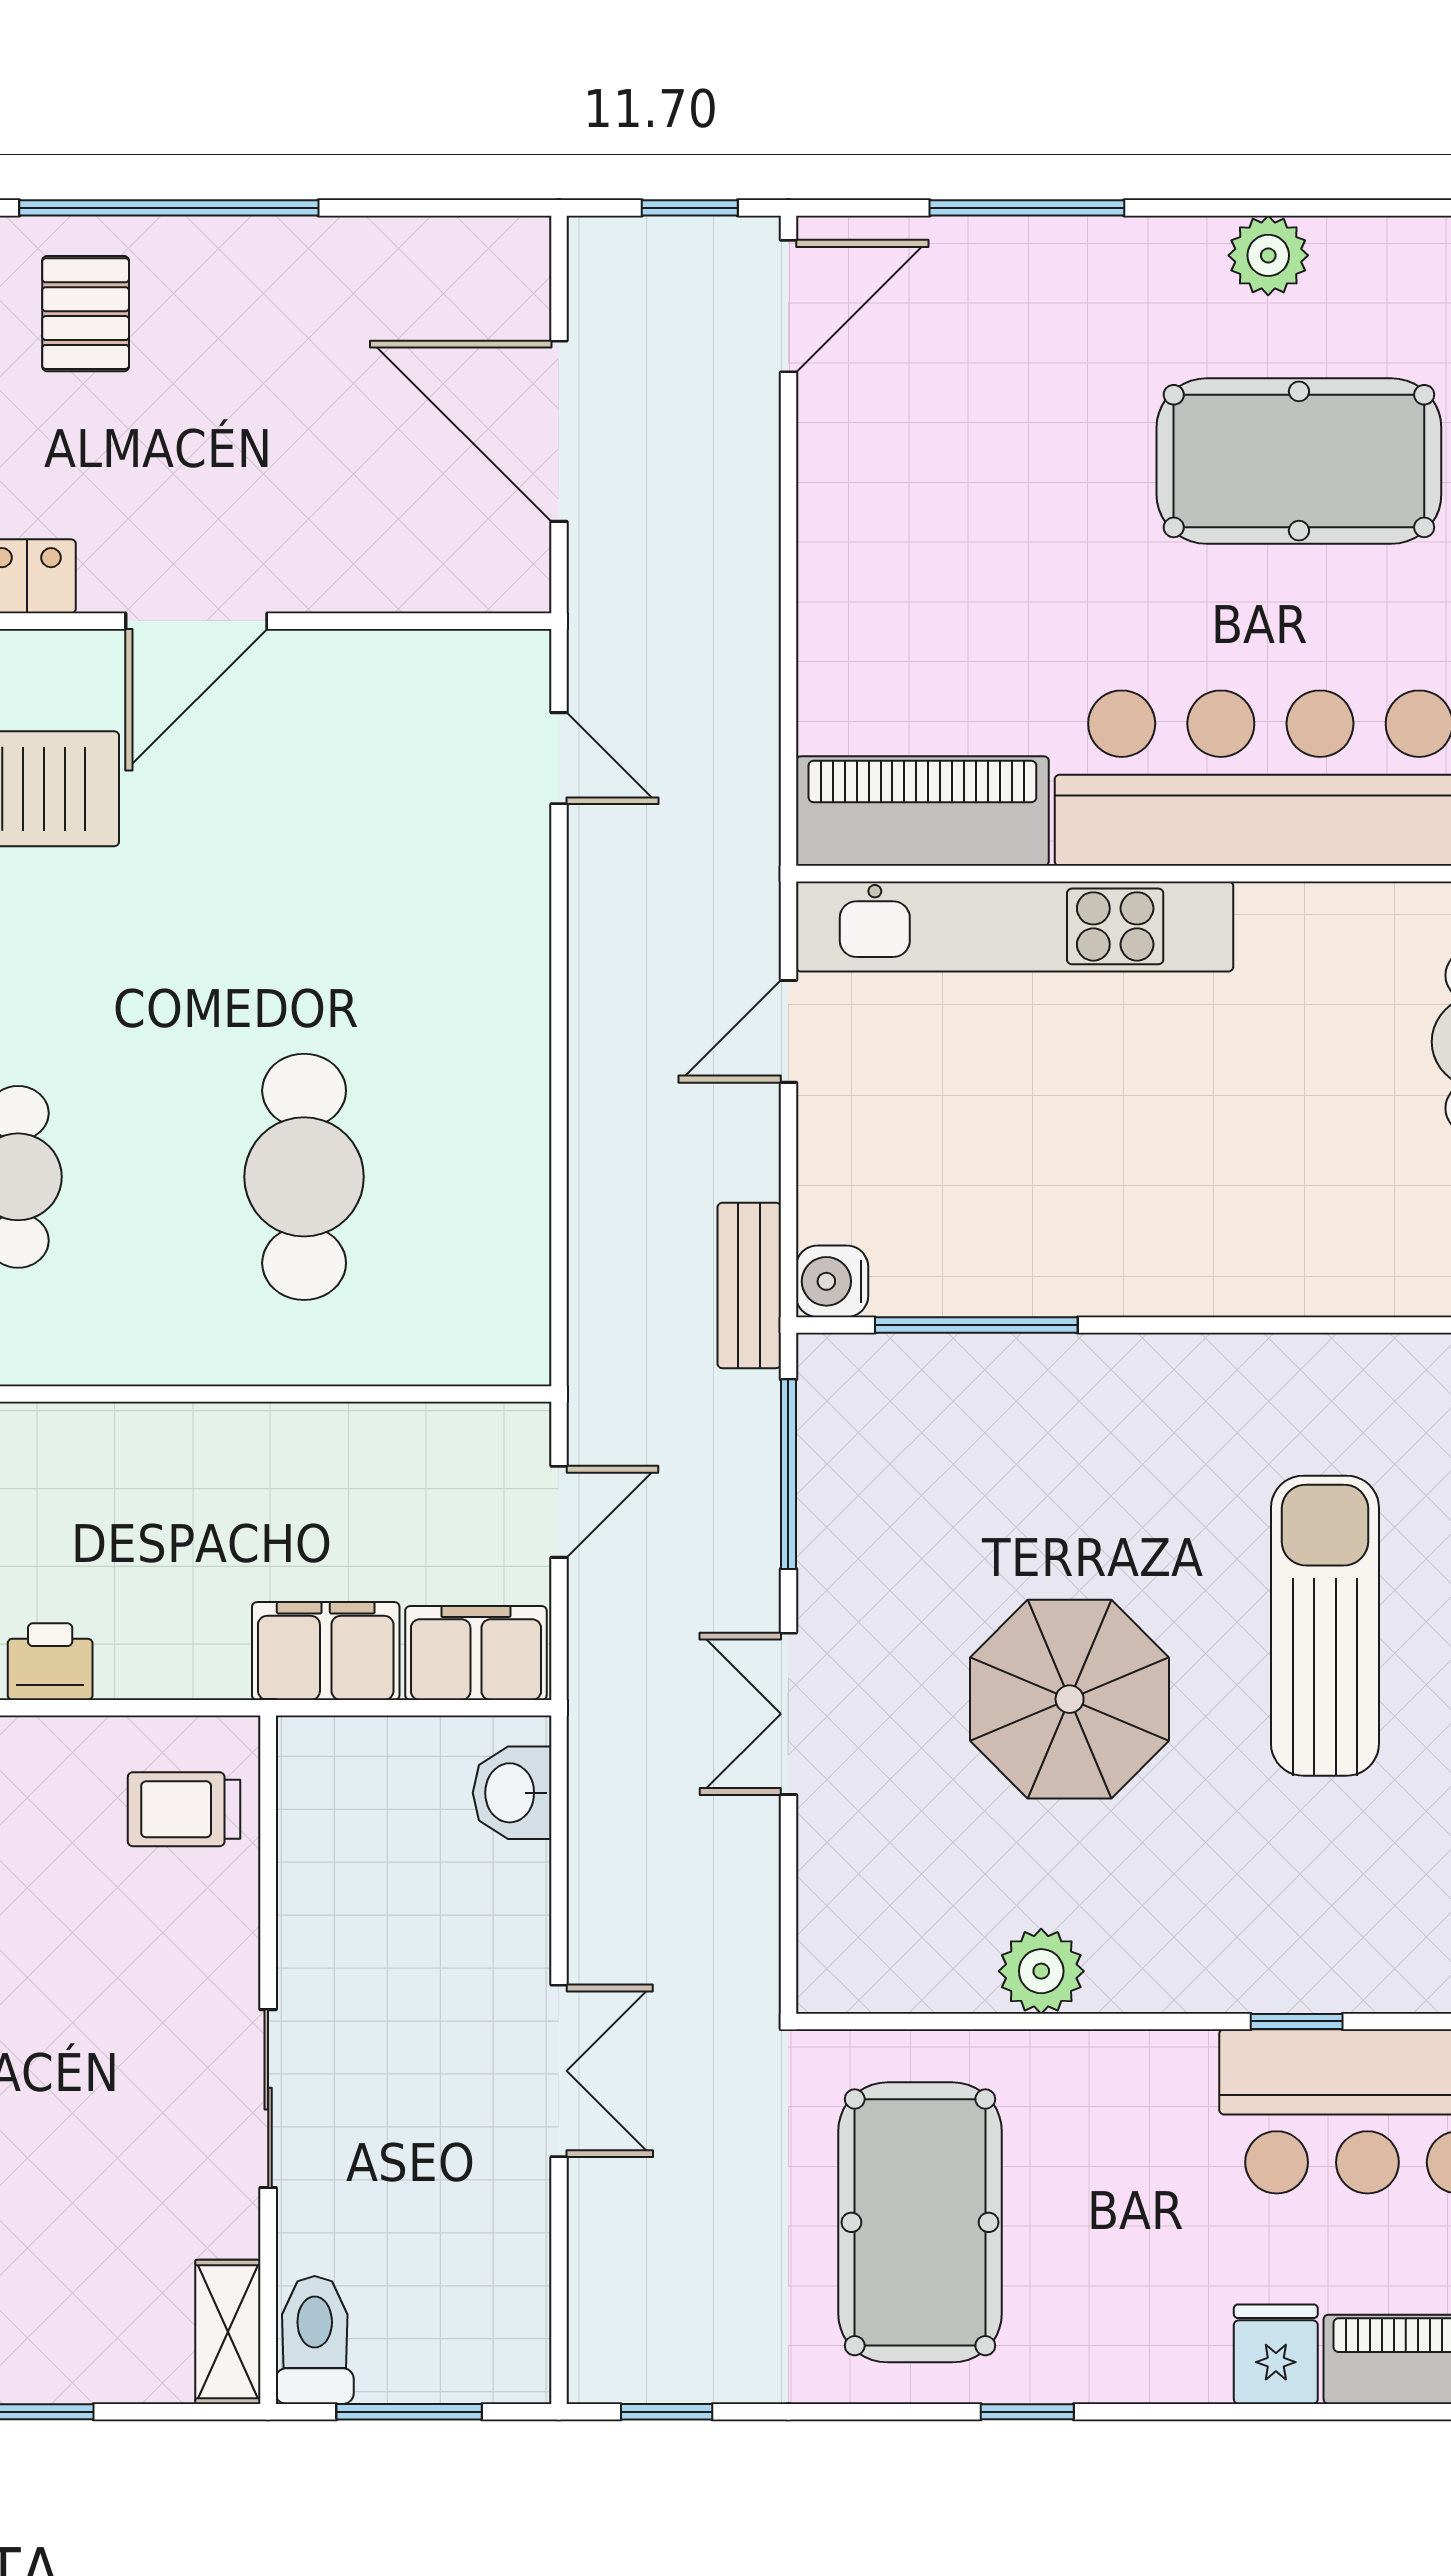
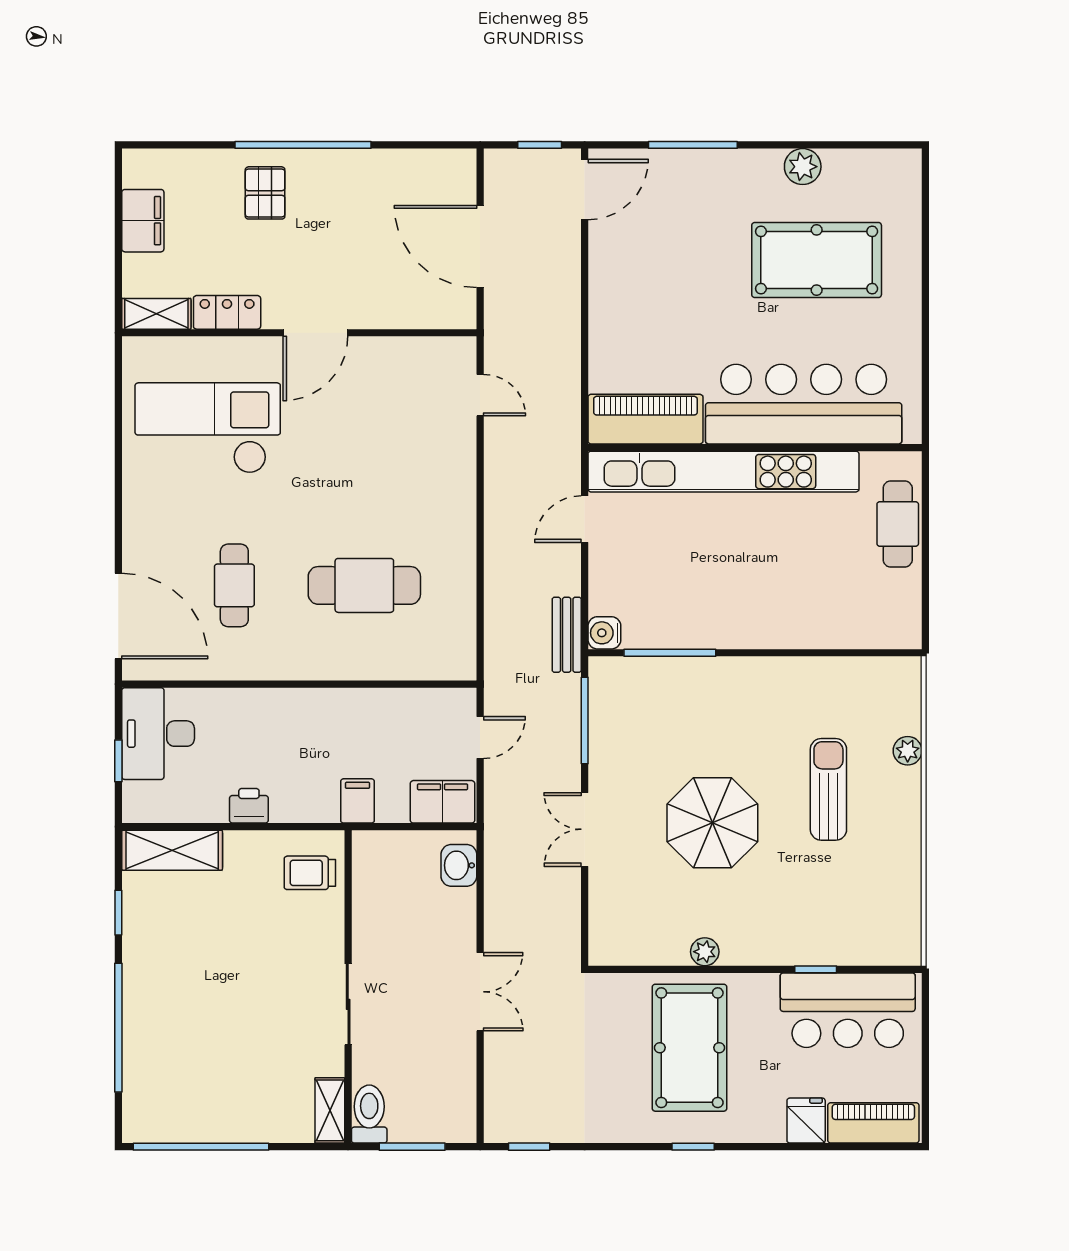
kitchen unit: (1015, 926) -> (723, 472), width x1.36
cafe table: (304, 1177) -> (364, 585), turned 90
sun lounger: (1325, 1626) -> (828, 789), width x0.73, depth x0.75
filing cabinet: (326, 1651) -> (357, 801), width x0.50
plant: (1041, 1971) -> (705, 952), width x0.73, depth x0.73
pool table: (920, 2222) -> (689, 1048), moved

